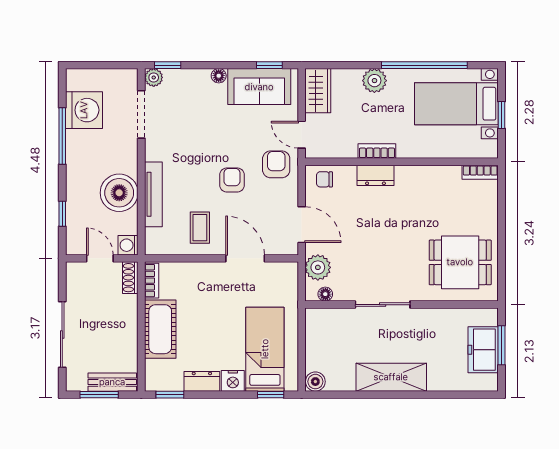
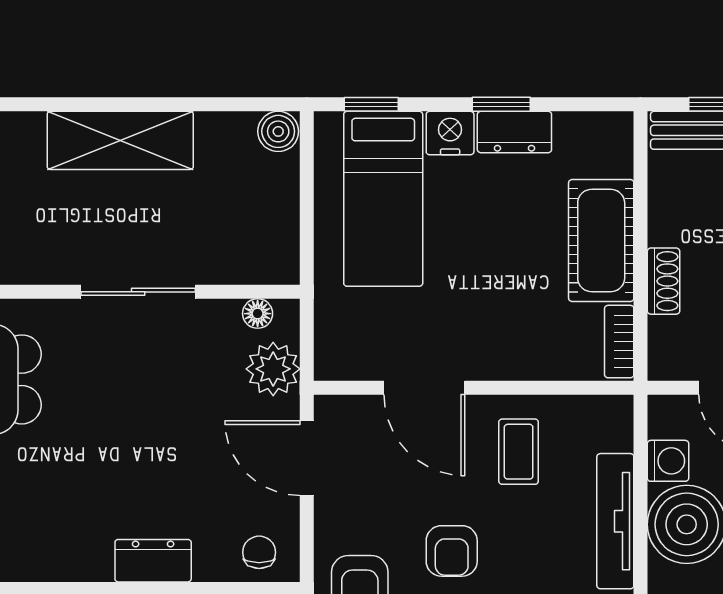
chair: (325, 179) -> (259, 552), turned -90
washing machine: (128, 245) -> (668, 461), moved
shoe rack: (130, 278) -> (663, 281), moved
window: (170, 395) -> (501, 104), moved

